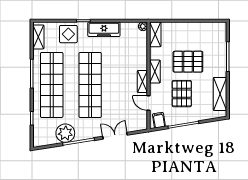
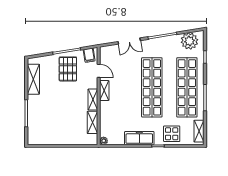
shelving: (155, 34) -> (92, 122), moved
pallet: (188, 62) -> (63, 109), removed
pallet: (182, 94) -> (68, 69), moved
plant: (65, 133) -> (189, 41), moved

